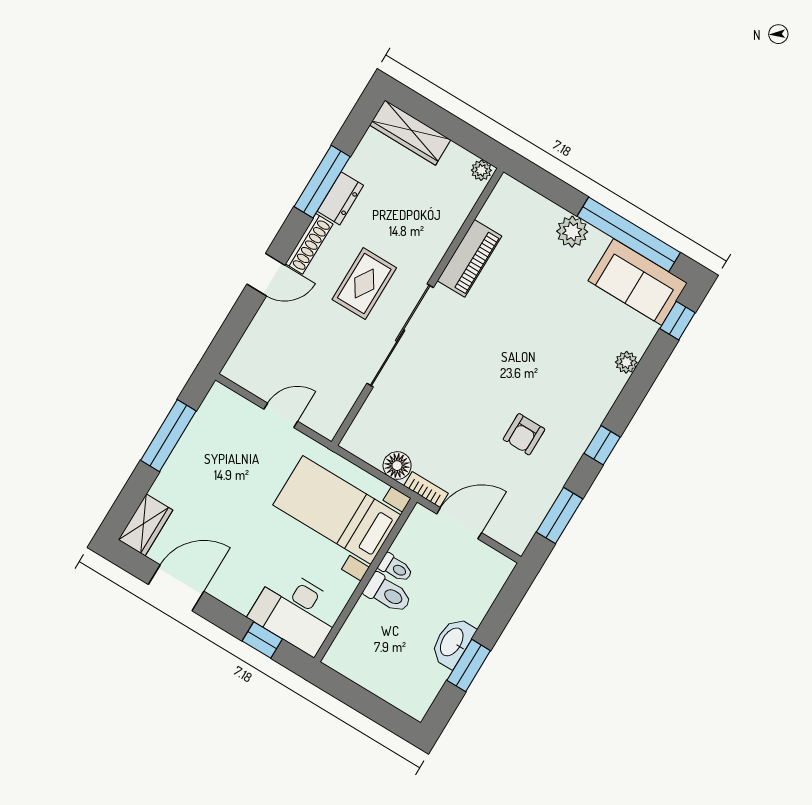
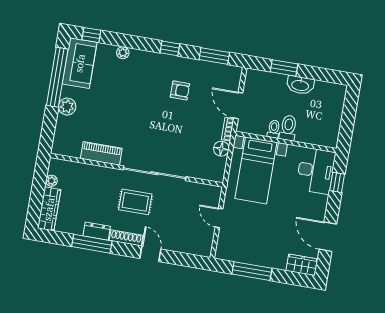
plant: (481, 170) -> (51, 181), moved
window: (469, 666) -> (284, 68), moved

